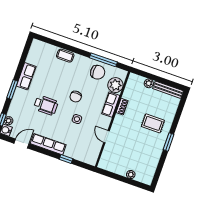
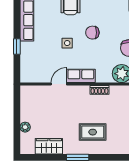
row of seats: (111, 105) -> (81, 76), moved
rug: (153, 123) -> (93, 132), turned 90
wardrobe: (152, 161) -> (49, 146), added

